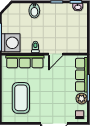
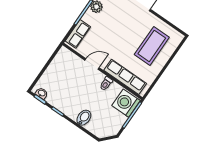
row of seats: (81, 75) -> (78, 34), width x0.68

